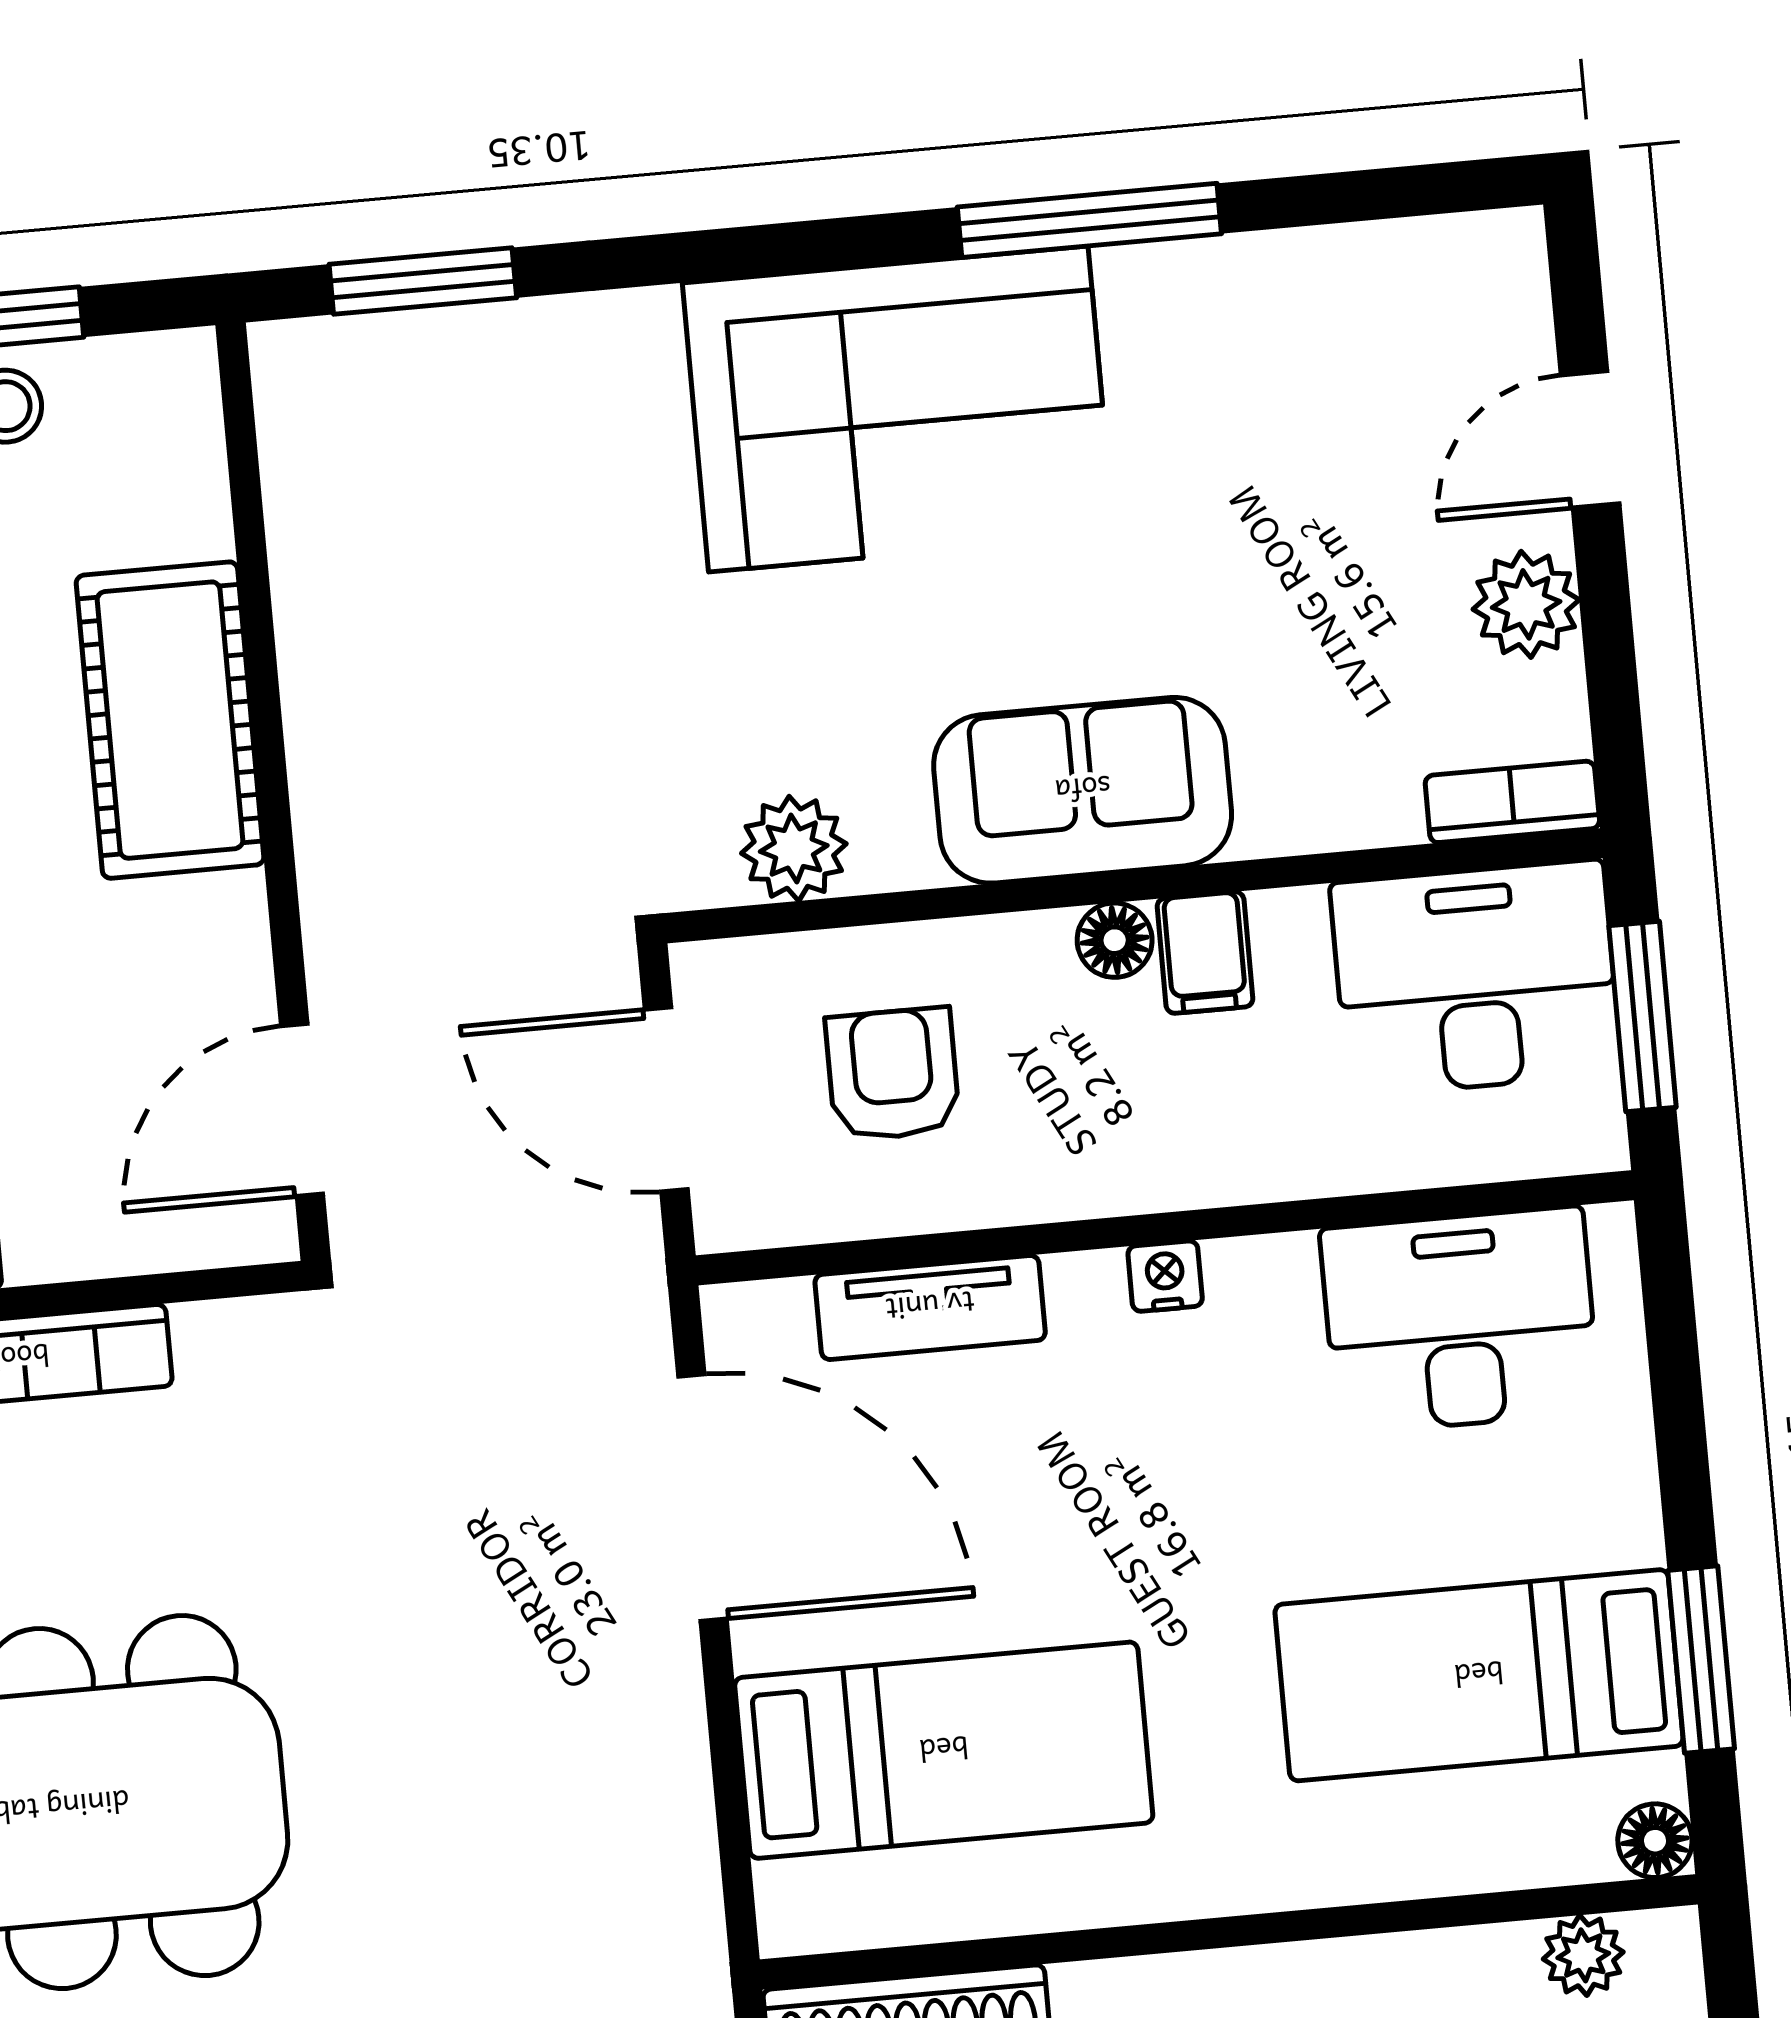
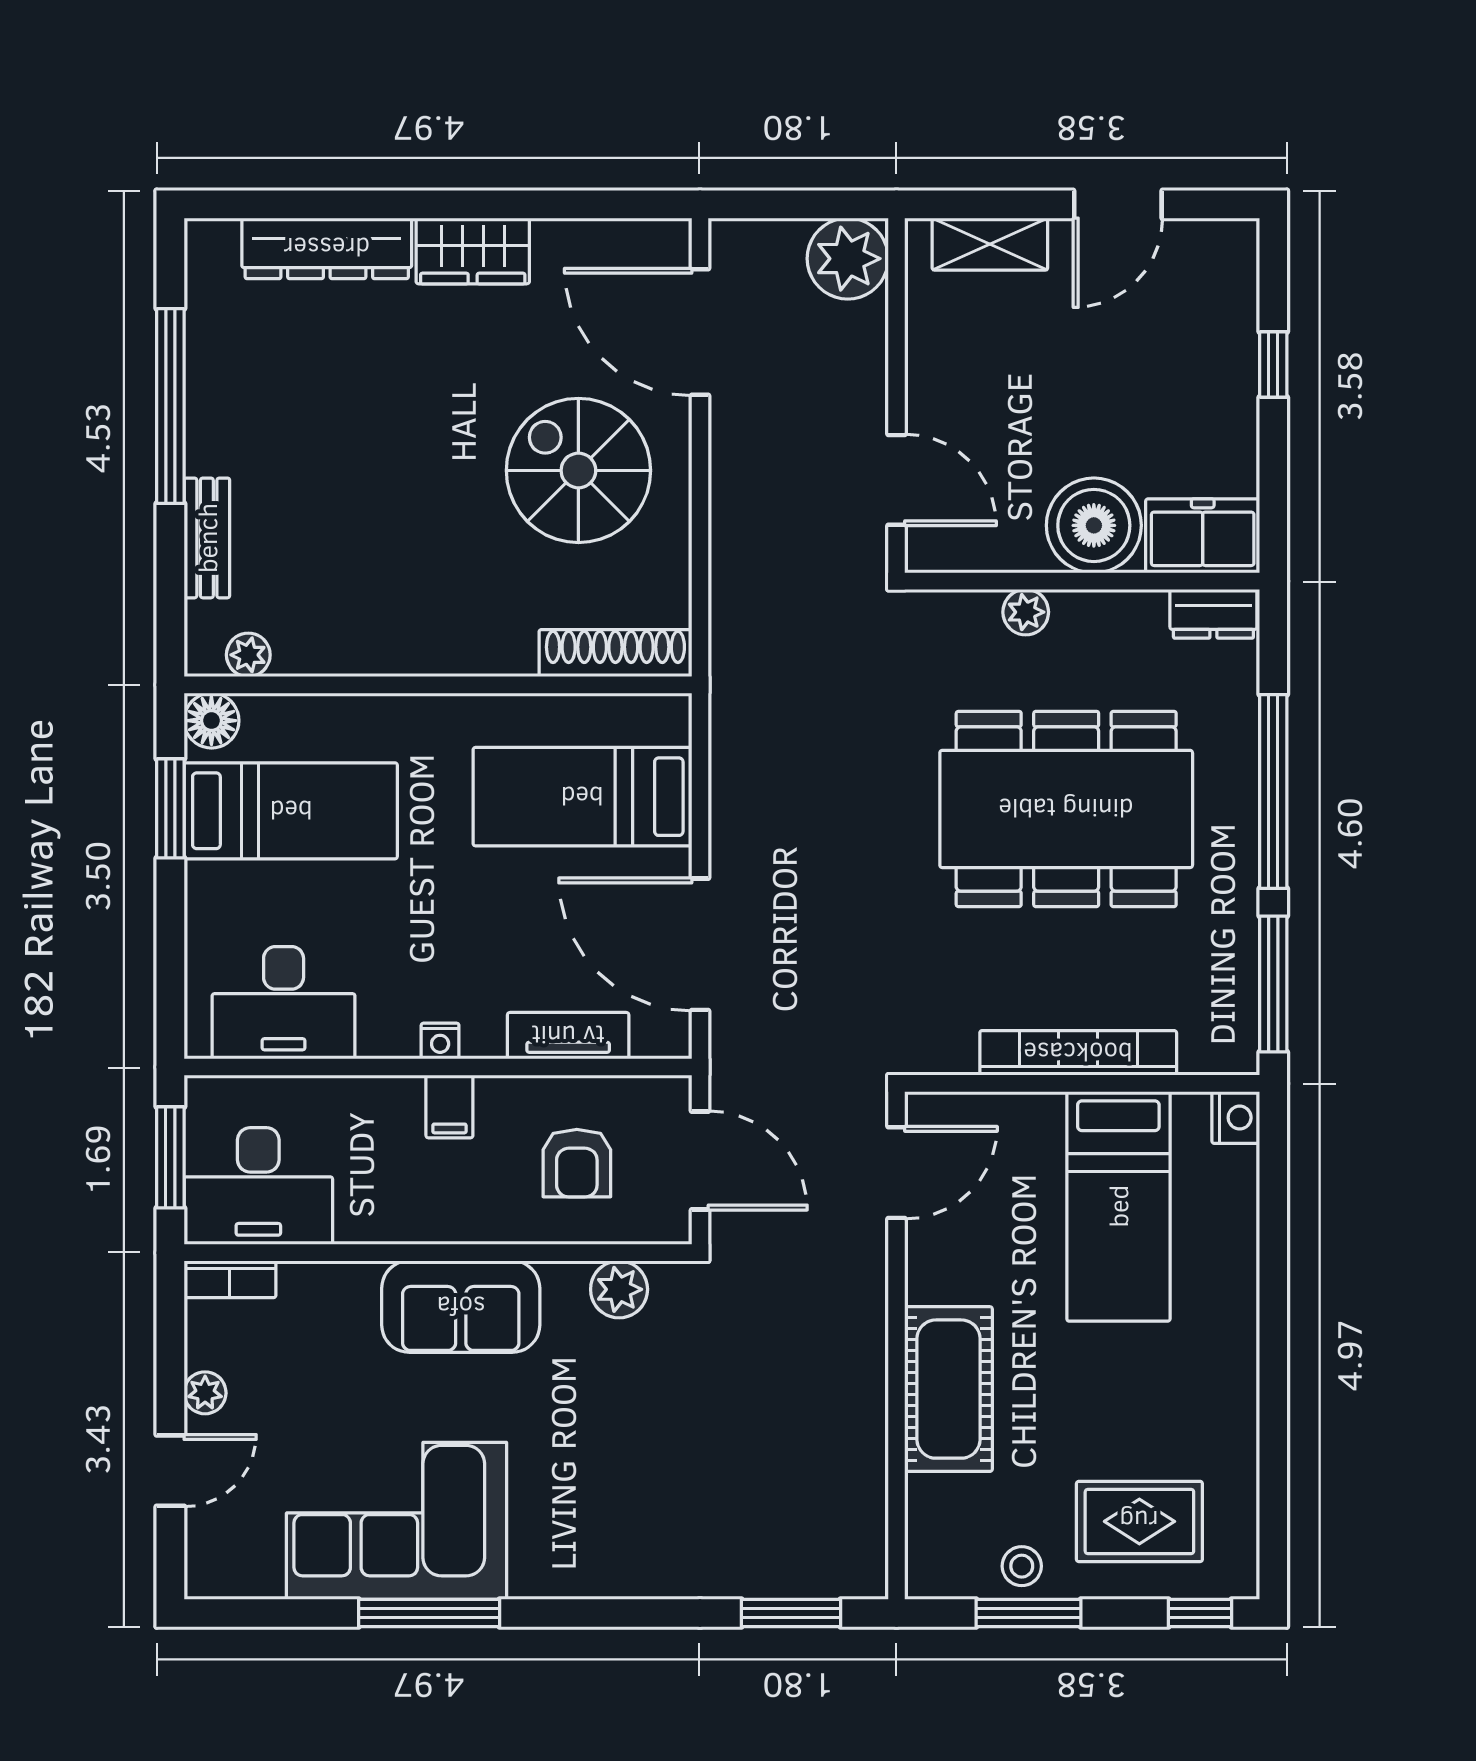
corner sofa: (898, 409) -> (396, 1521), moved
plant: (1526, 604) -> (205, 1393), width x0.73, depth x0.73
floor lamp: (1115, 940) -> (451, 1224), removed
filing cabinet: (1205, 953) -> (449, 1107), moved, turned 180
floor lamp: (1655, 1841) -> (211, 721), width x1.37, depth x1.37

